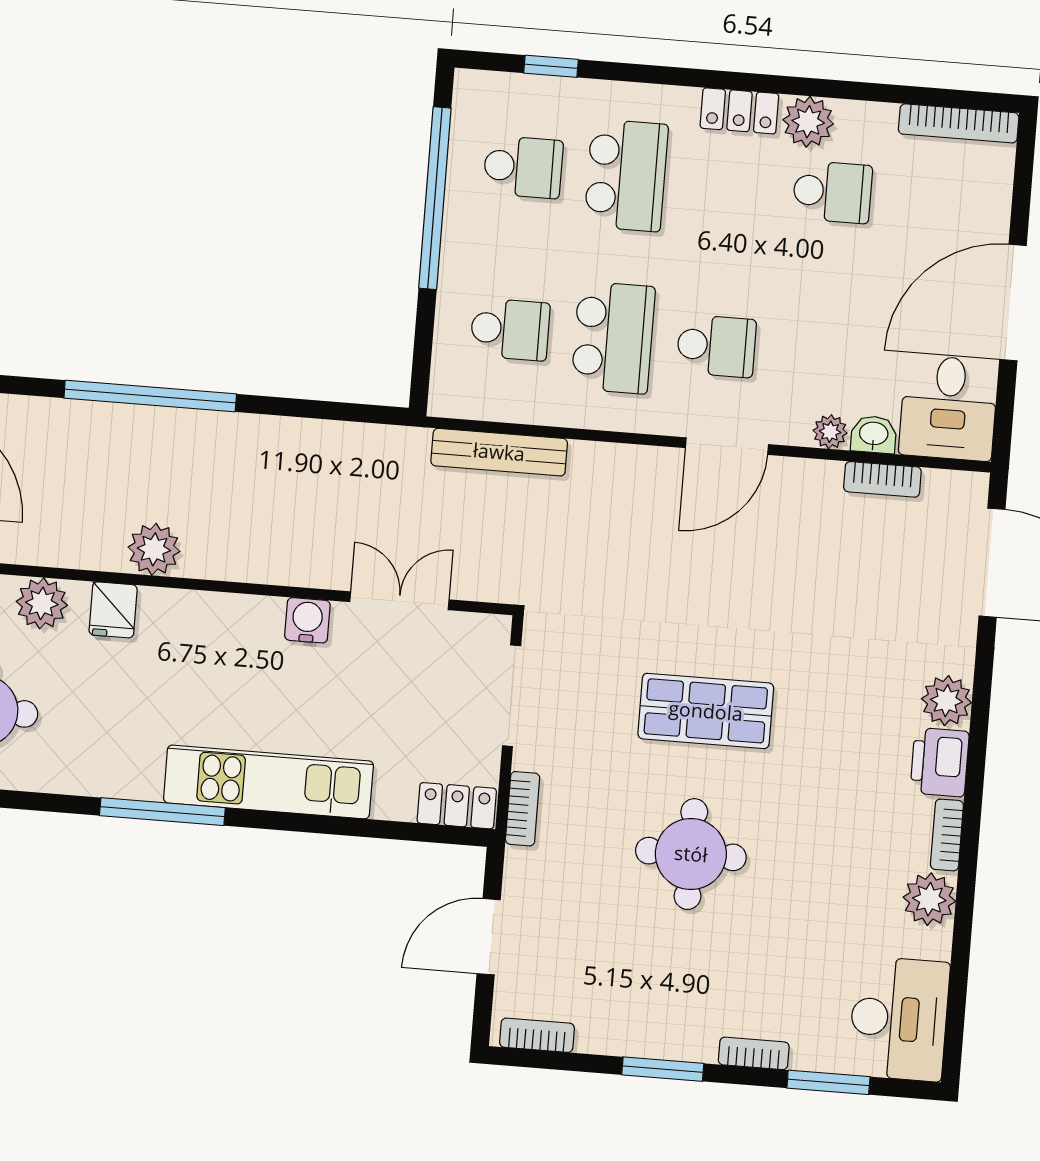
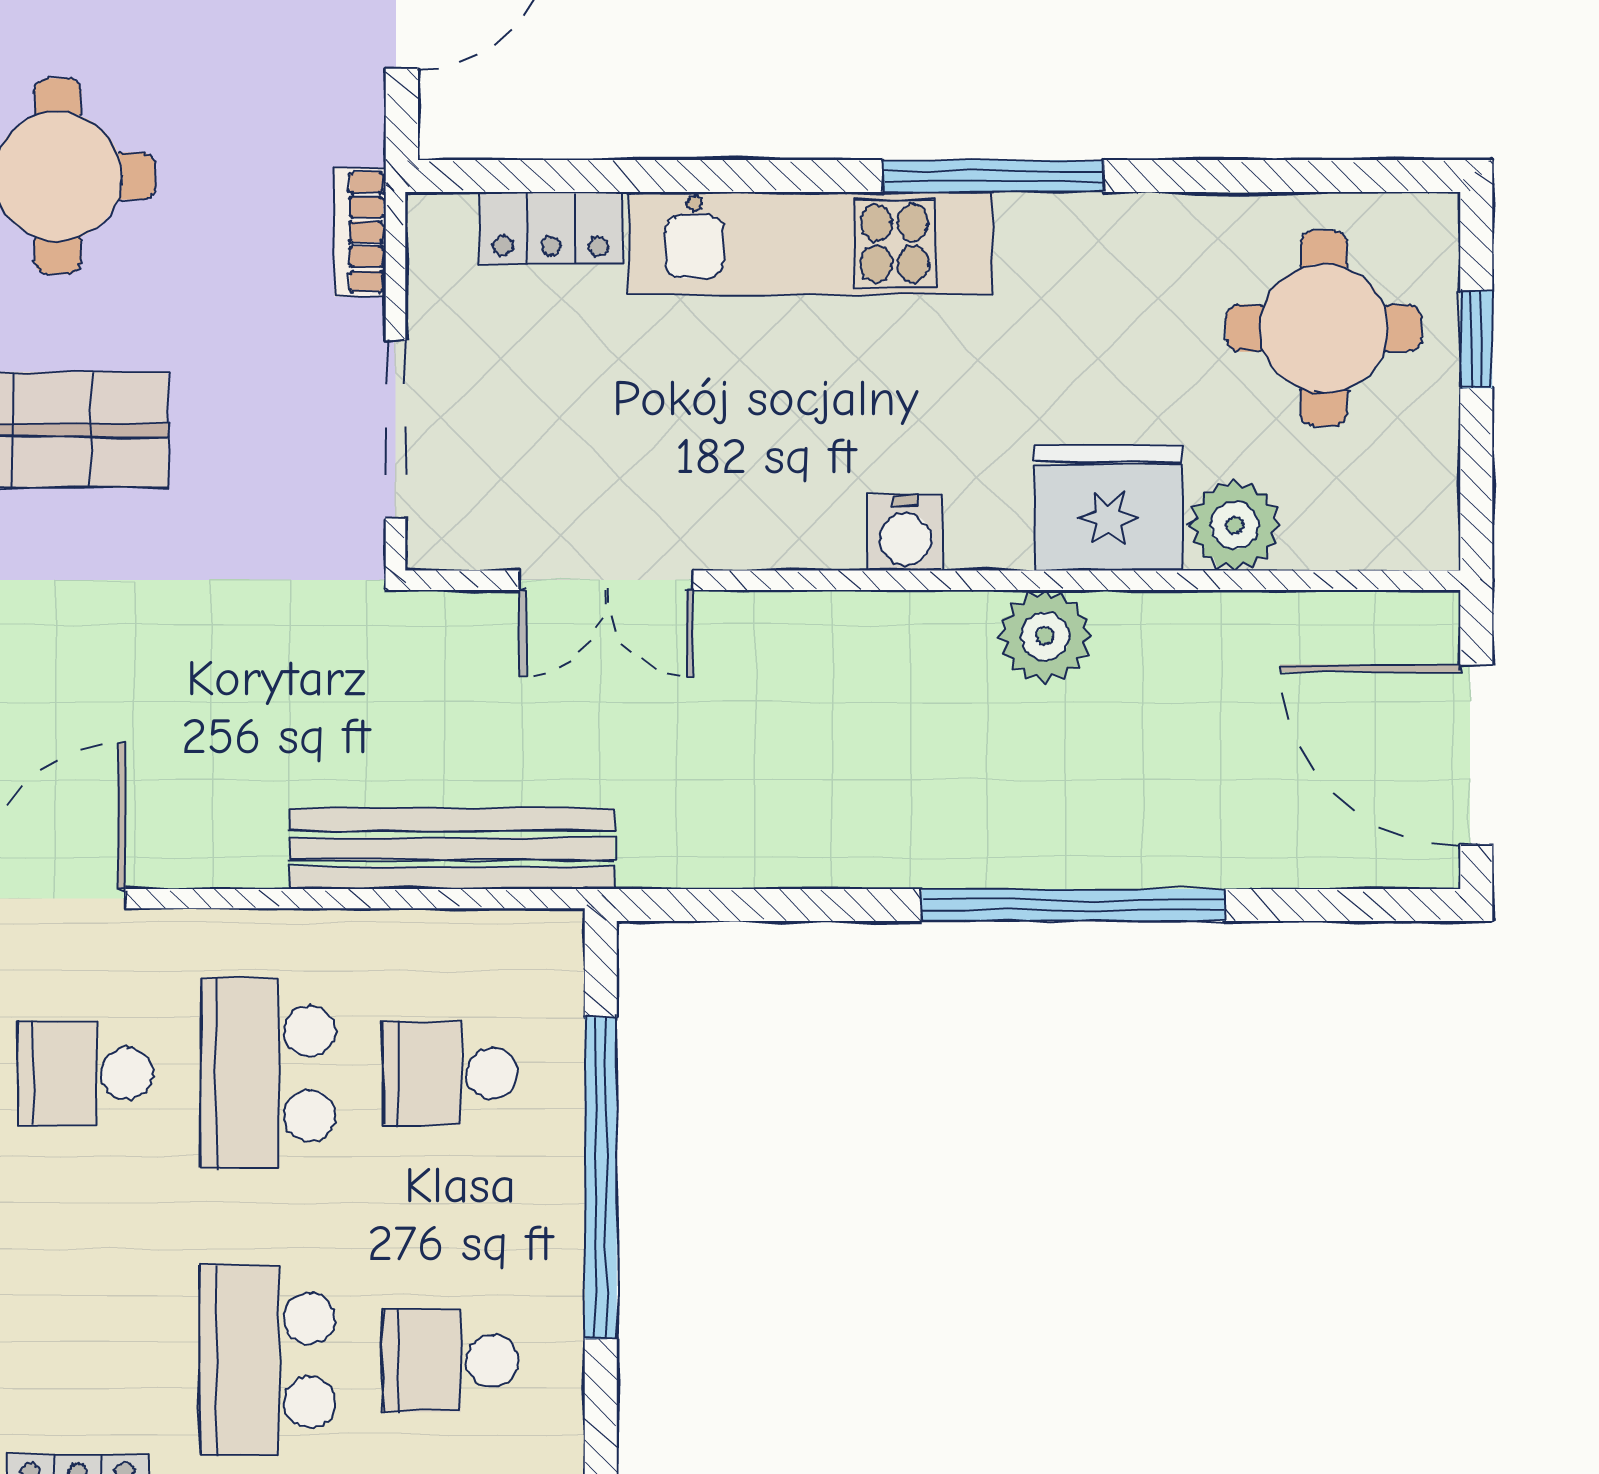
window: (435, 198) -> (601, 1178), moved
bench: (499, 452) -> (452, 849), width x1.37, depth x1.21
fridge: (113, 610) -> (1108, 508), width x1.88, depth x1.34
water cooler: (307, 620) -> (905, 533), moved
locker: (457, 806) -> (551, 228), moved

